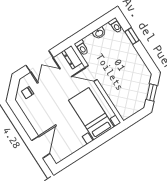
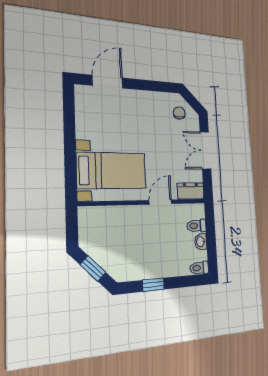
window: (132, 36) -> (153, 285), moved
toilet: (82, 48) -> (196, 226), moved
door: (41, 147) -> (108, 82), swing flipped

